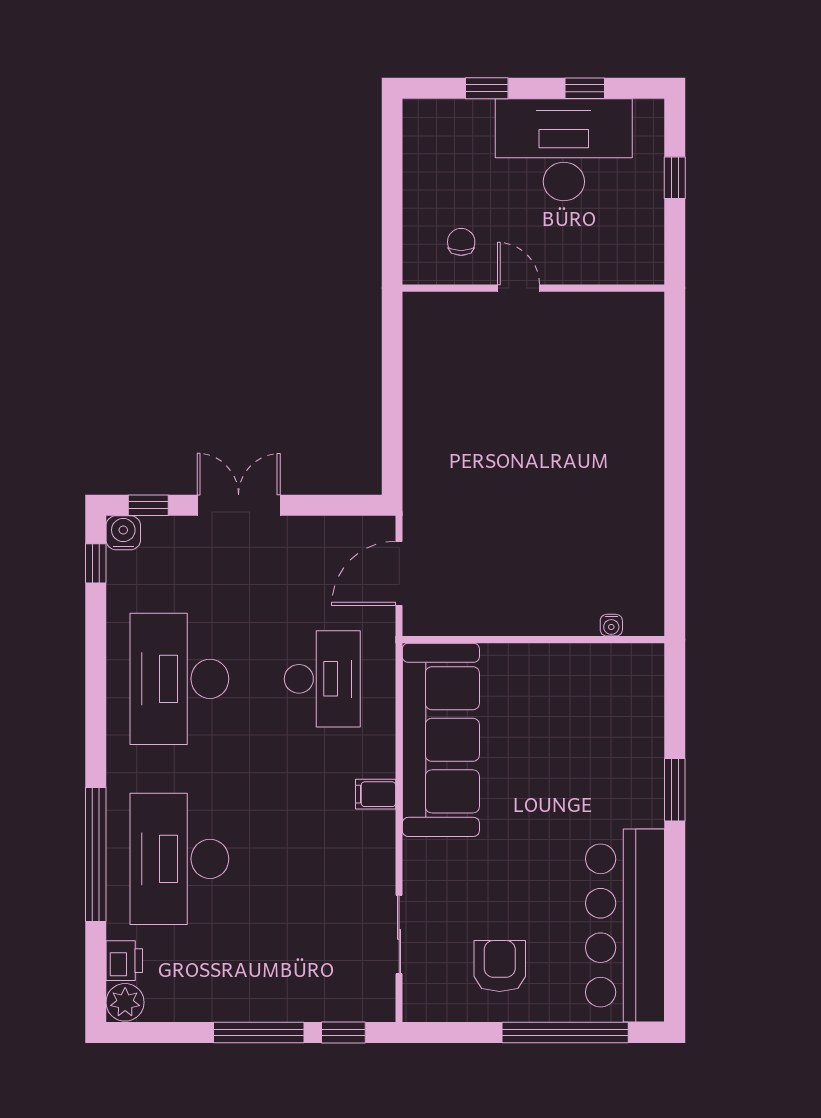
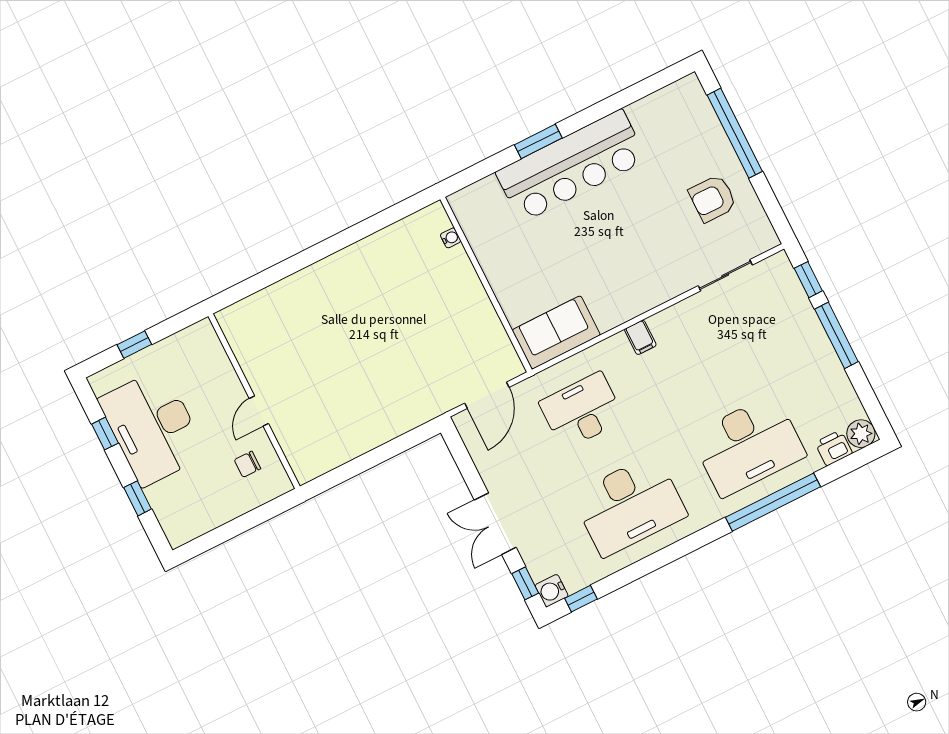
door: (399, 573) -> (487, 395), hinge flipped
sofa: (441, 740) -> (556, 332), width x0.54, depth x0.79
bar counter: (625, 925) -> (571, 166), moved

